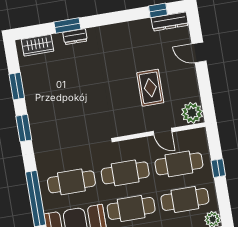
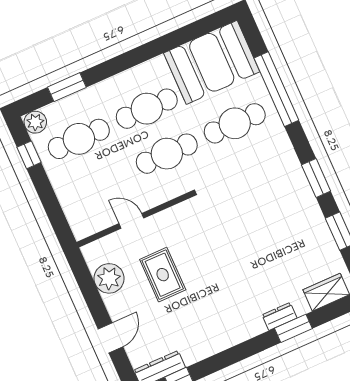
door: (199, 52) -> (110, 338), hinge flipped
plant: (192, 113) -> (109, 278), moved
cafe table: (179, 164) -> (99, 184), removed
window: (218, 168) -> (29, 155), moved

